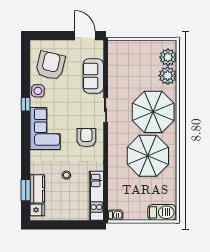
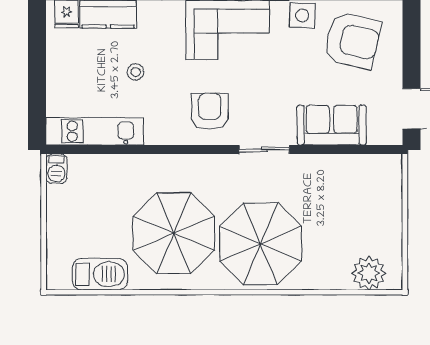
plant: (168, 76) -> (332, 272), removed
armchair: (86, 138) -> (210, 111), turned -90
barbecue: (162, 212) -> (100, 274), moved, turned -90

